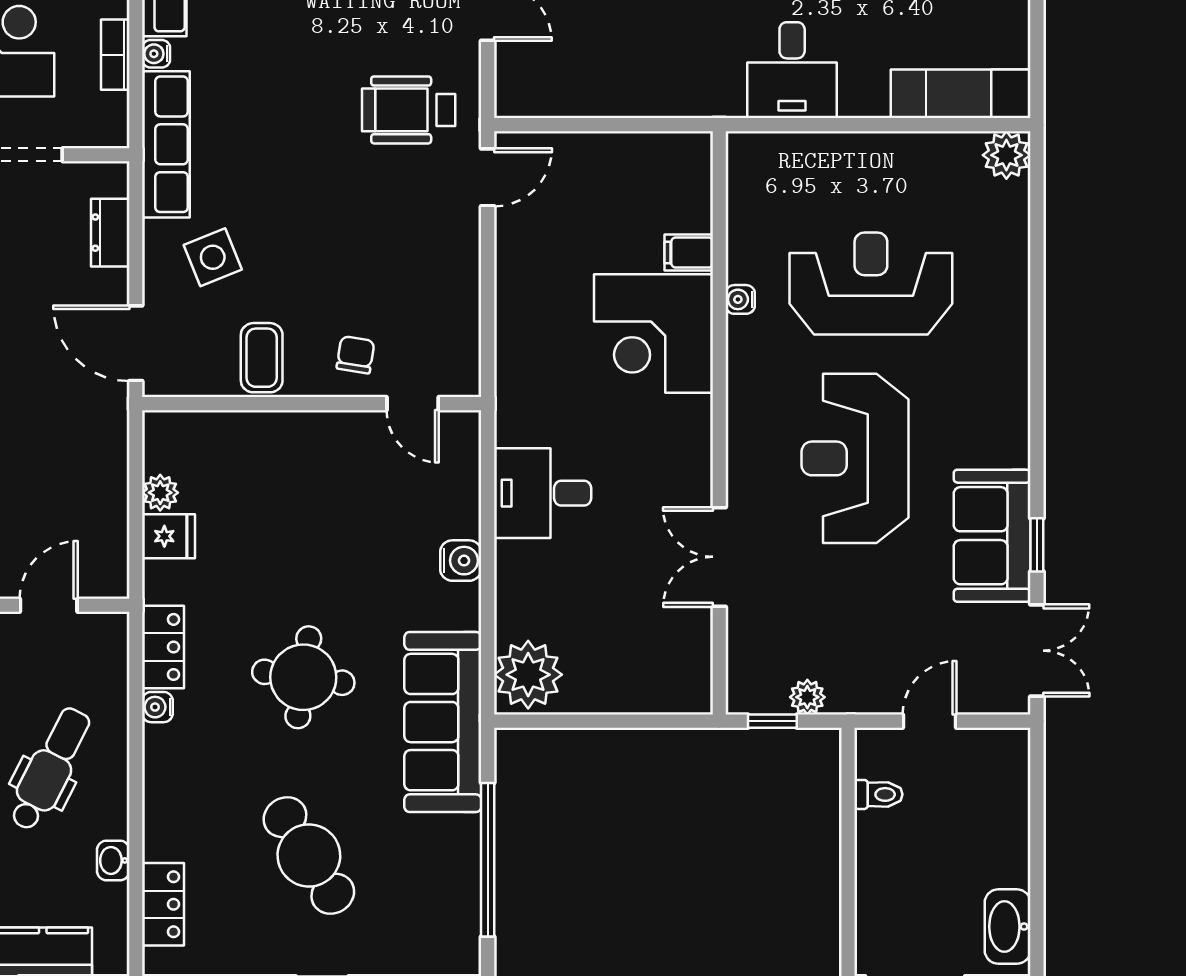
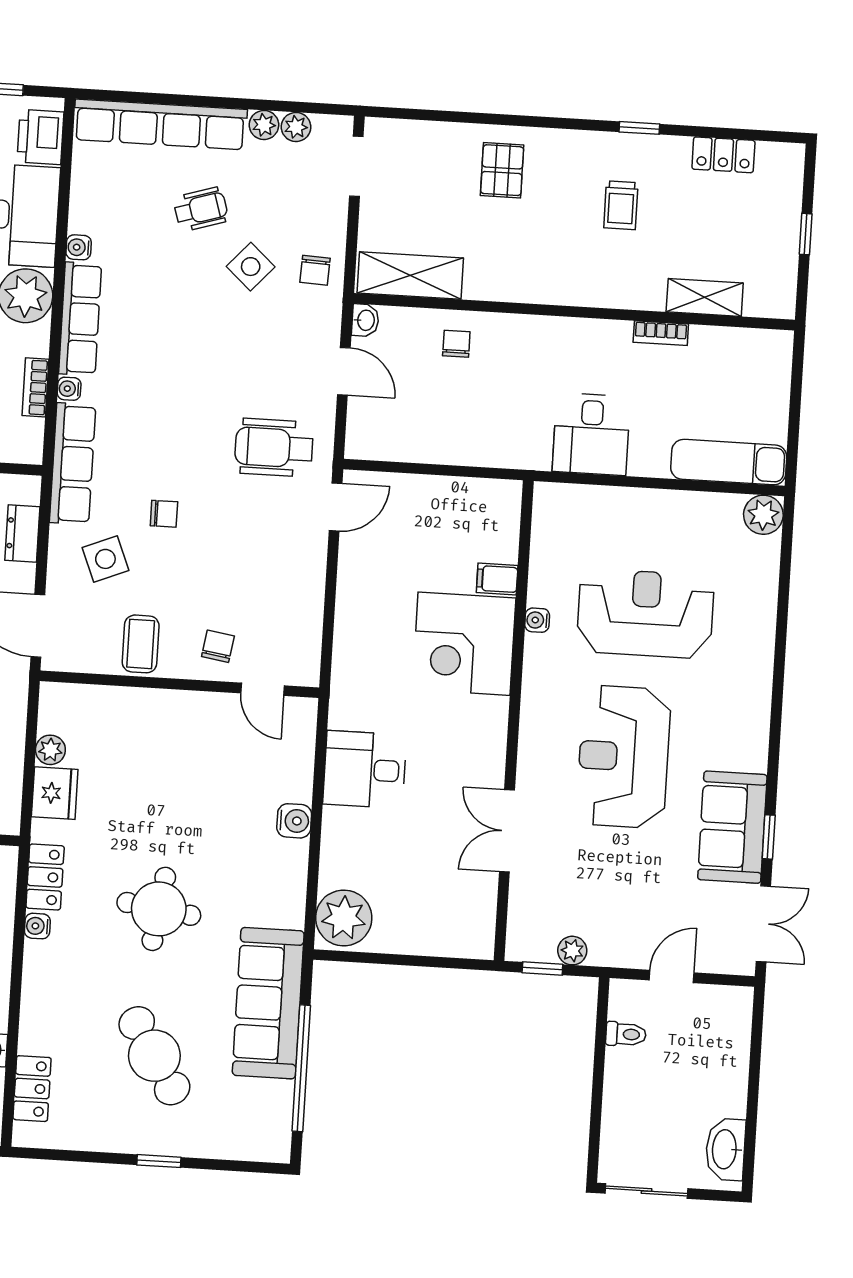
chair: (280, 198) -> (164, 514), added
fridge: (169, 536) -> (55, 793), width x1.38
sofa: (443, 722) -> (268, 1003), moved

